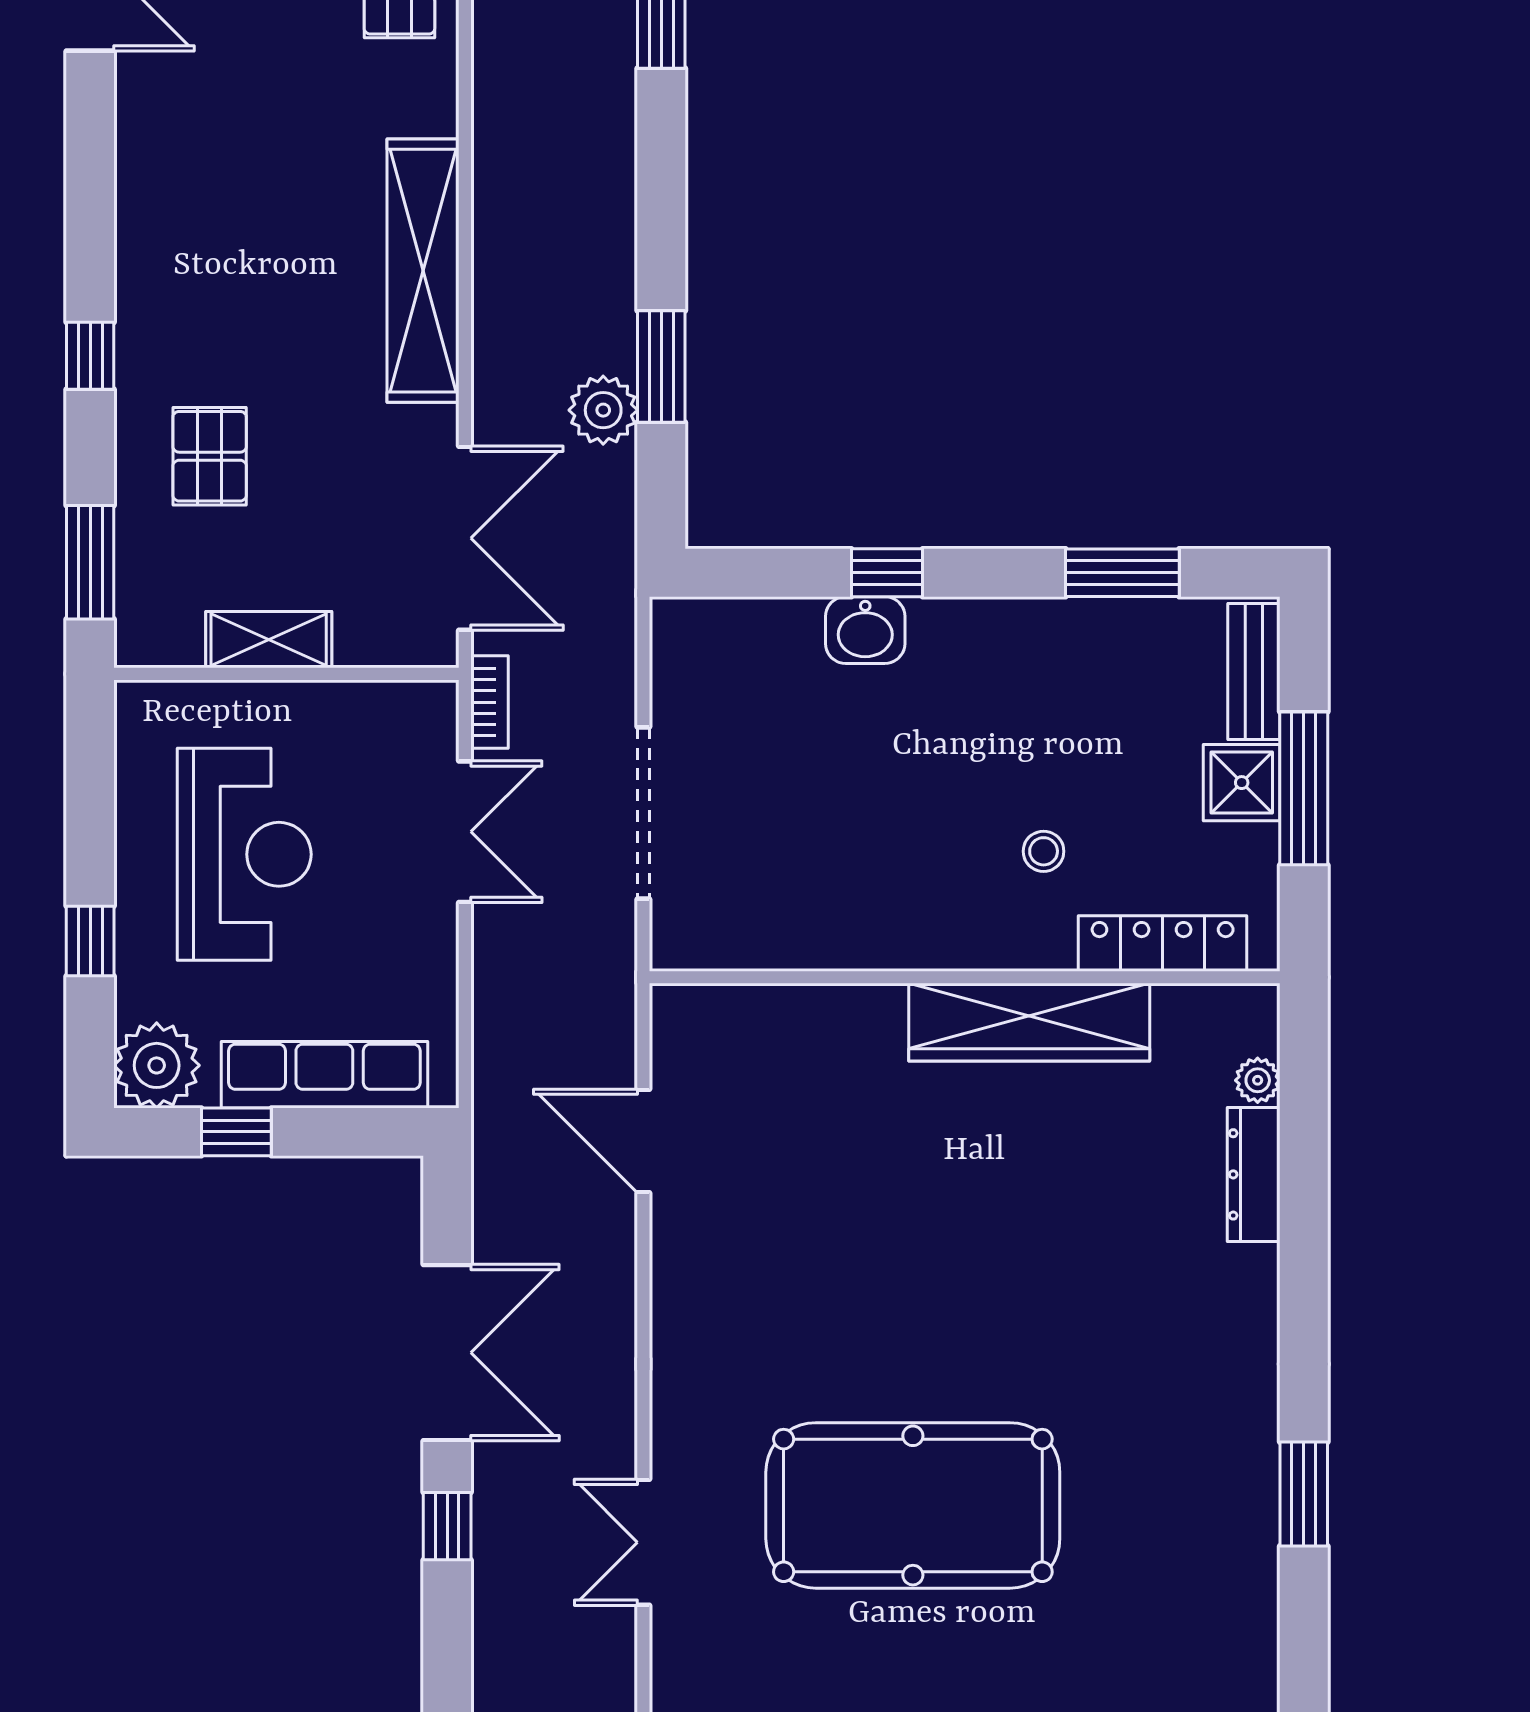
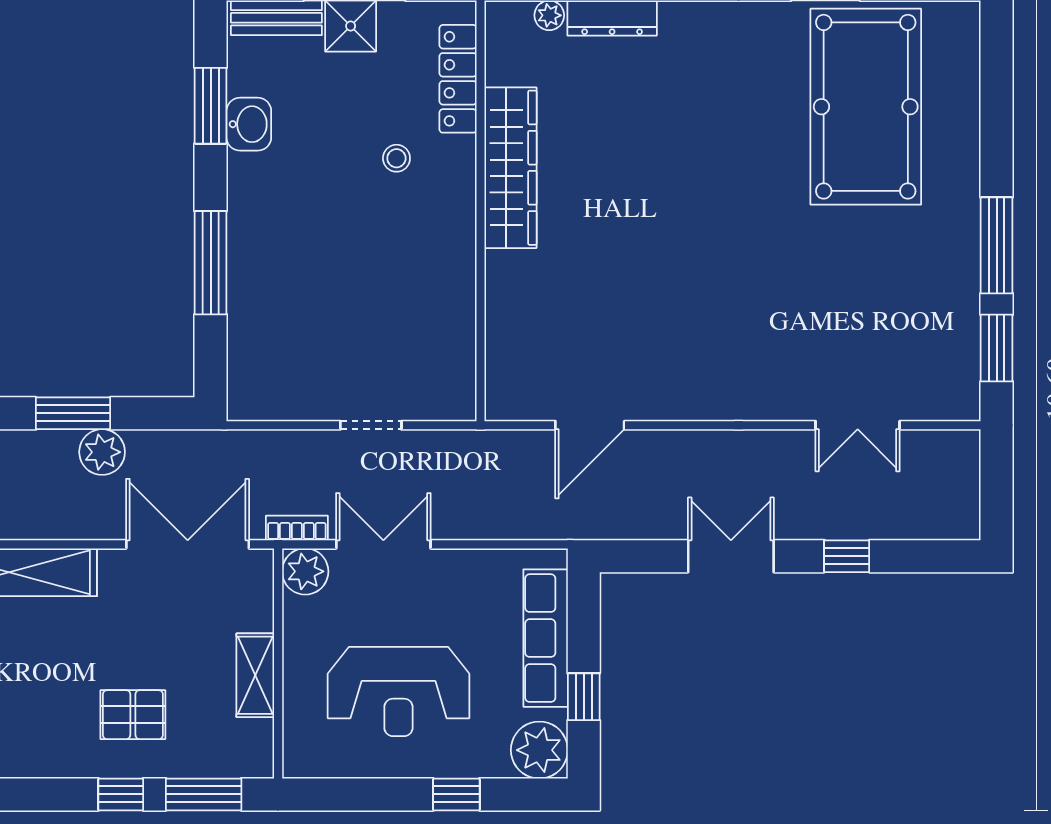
window: (90, 356) -> (121, 794), moved
window: (887, 573) -> (211, 263), width x2.17
washbasin: (865, 630) -> (249, 124), moved
plant: (424, 715) -> (305, 571), added
doorway: (643, 813) -> (371, 425), width x0.53
reception desk: (244, 854) -> (398, 692), turned 180
double door: (447, 1353) -> (731, 556), width x0.73
pool table: (913, 1505) -> (866, 107), moved

